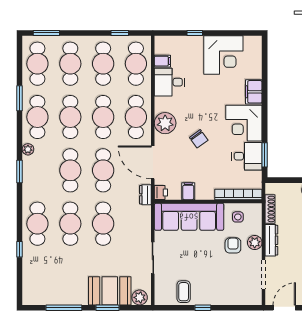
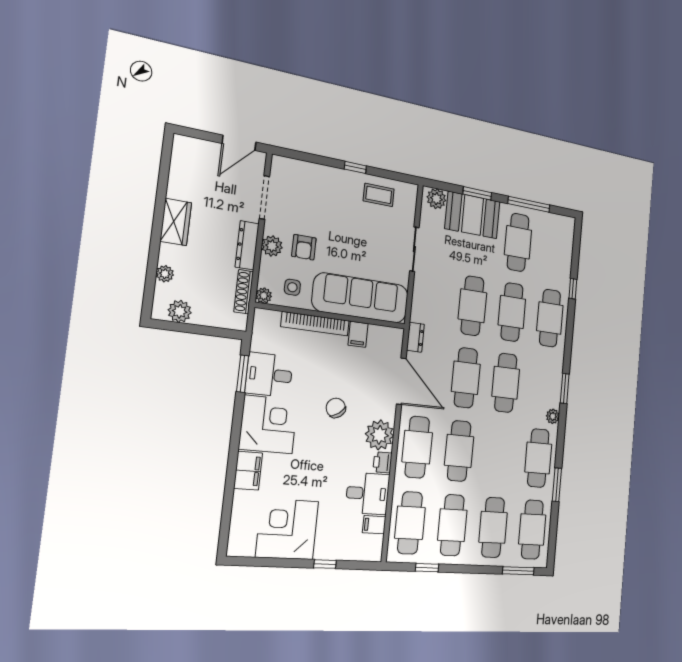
cafe table: (70, 117) -> (518, 242), moved
printer: (161, 193) -> (382, 462), moved
bookcase: (238, 194) -> (315, 324), moved
plant: (257, 208) -> (264, 296), added
coffee table: (184, 292) -> (379, 195), turned 90

